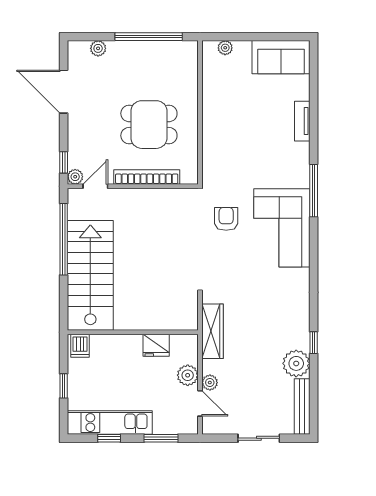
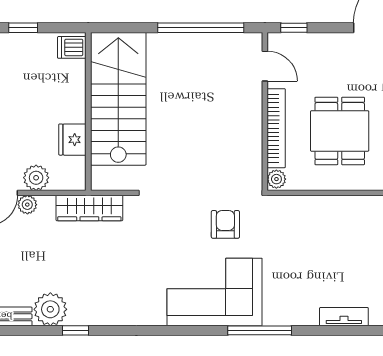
plant: (75, 177) -> (276, 179), moved
armchair: (226, 219) -> (225, 224), turned -90
stairs: (90, 275) -> (118, 99), moved, turned -90

